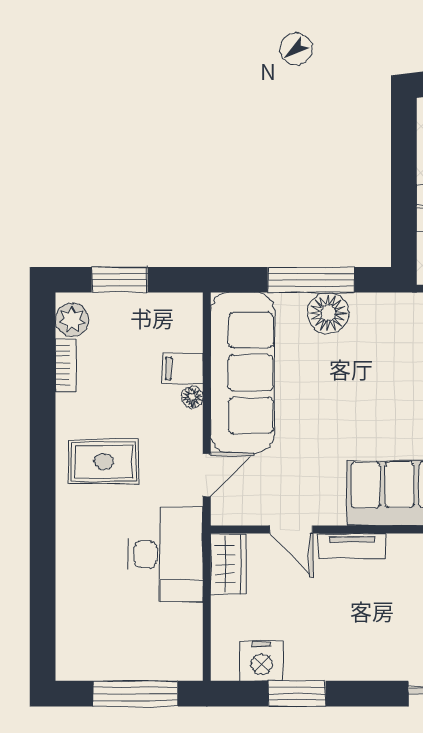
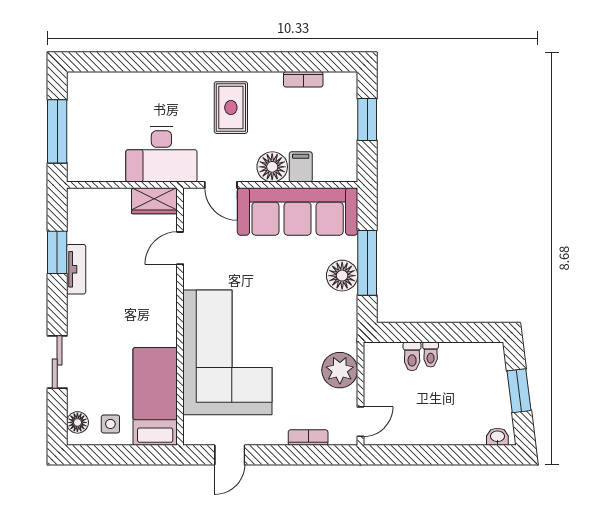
plant: (72, 320) -> (337, 84), removed
floor lamp: (192, 397) -> (272, 167), width x1.89, depth x1.89
tv unit: (352, 546) -> (76, 269), moved, turned 180
nightstand: (262, 661) -> (82, 226), removed

